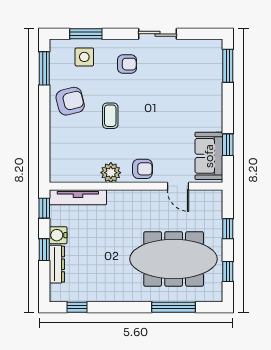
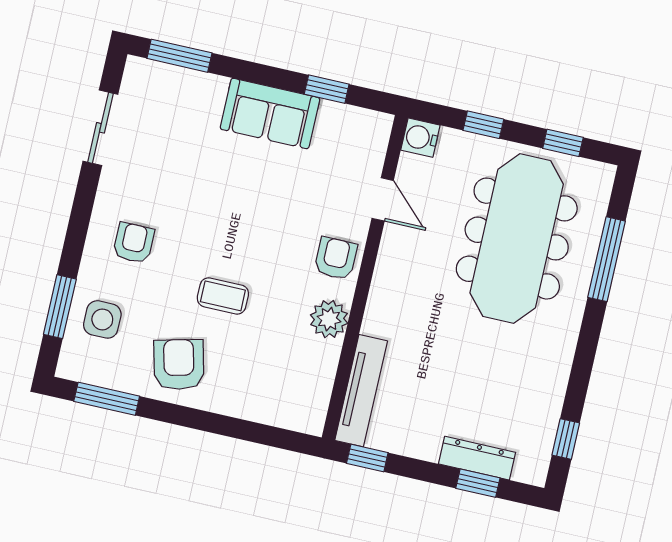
sliding door: (157, 34) -> (100, 128), moved
sofa: (209, 156) -> (270, 113), moved
door: (178, 186) -> (383, 199), hinge flipped
water cooler: (58, 235) -> (420, 138), moved, turned 90
window: (44, 250) -> (478, 483), moved

